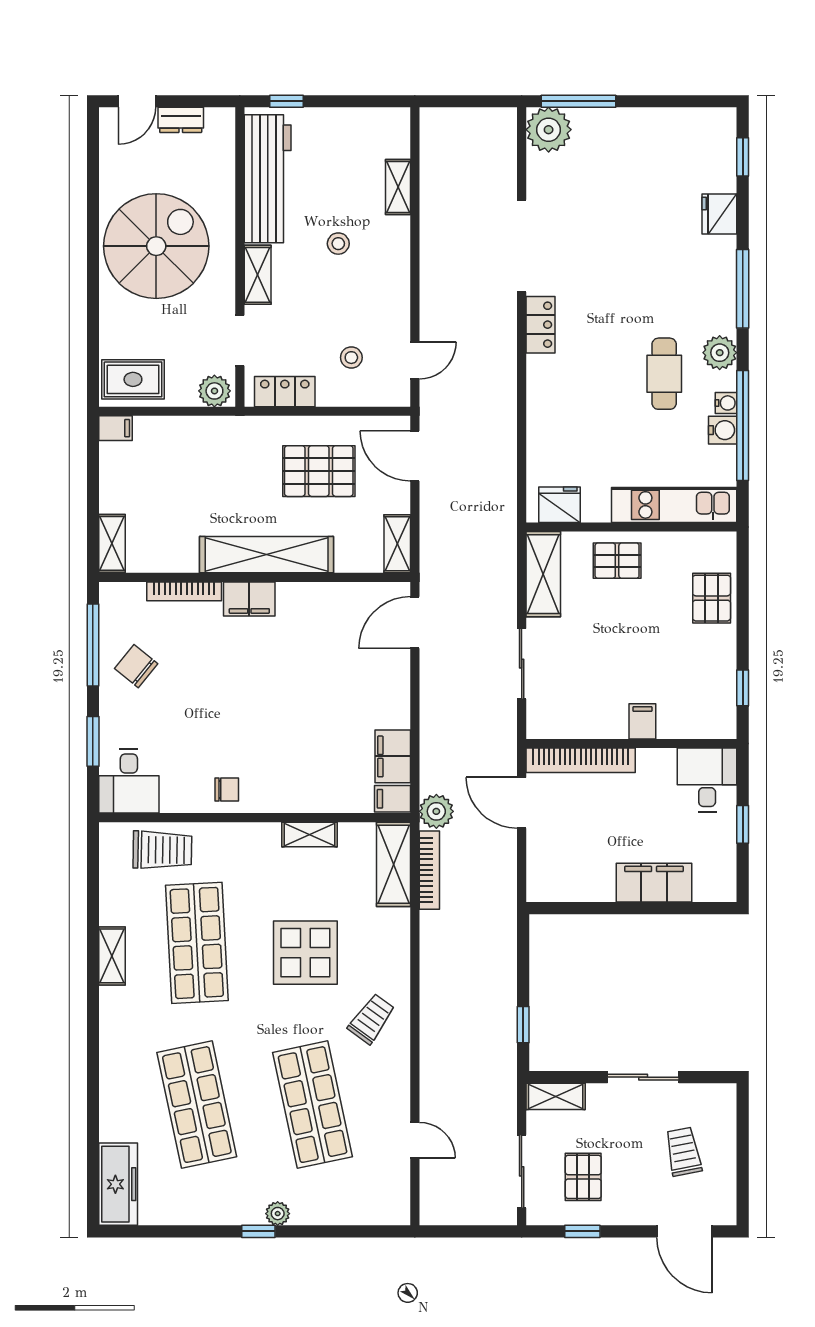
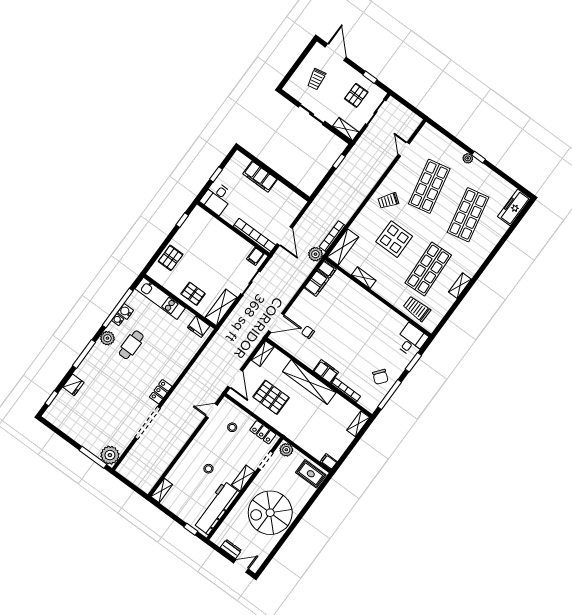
shelving: (398, 187) -> (162, 490), moved
filing cabinet: (642, 721) -> (255, 256), moved
chair: (227, 790) -> (308, 332), moved

